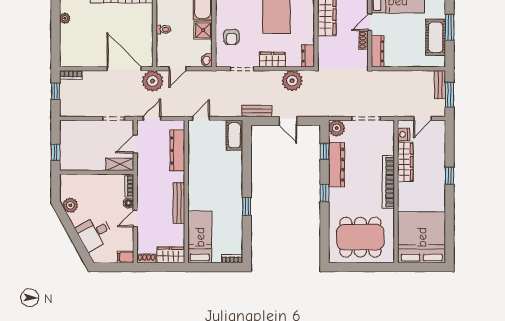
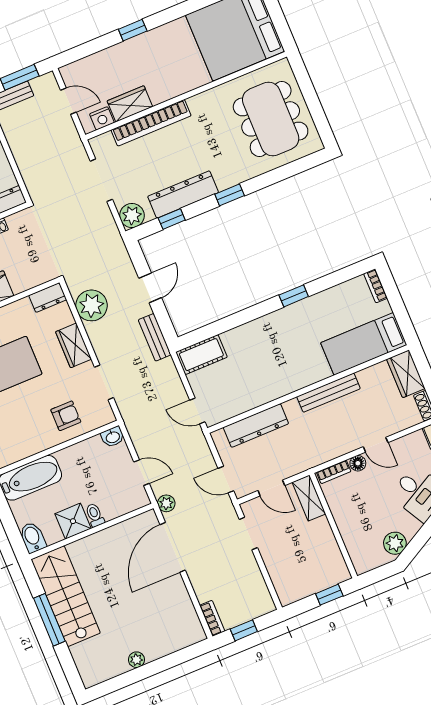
shower: (203, 30) -> (73, 521), moved
plant: (153, 81) -> (166, 503), width x0.53, depth x0.53
wardrobe: (405, 162) -> (130, 104), width x0.67
bookcase: (388, 182) -> (151, 123), moved

